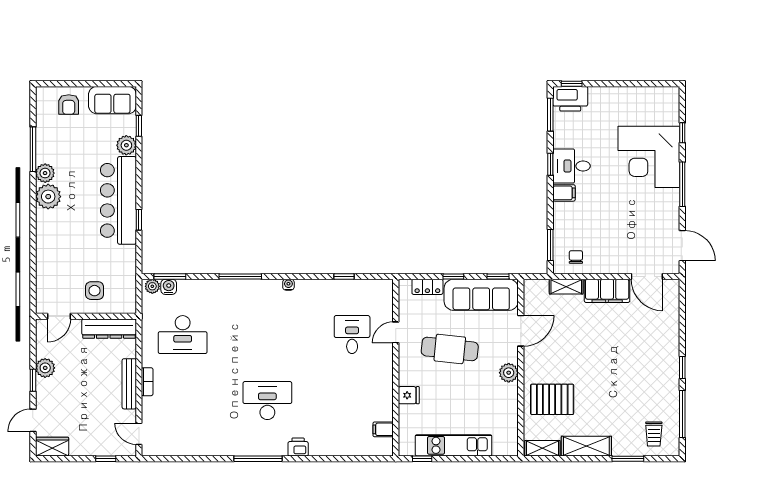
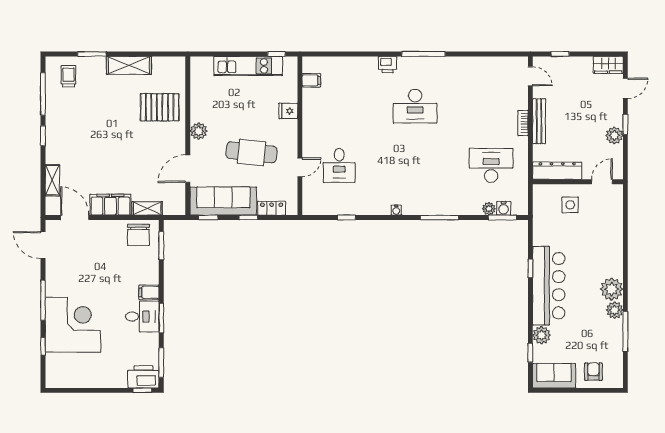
window: (550, 164) -> (161, 318), width x1.50
chair: (576, 257) -> (138, 235), width x1.87, depth x1.87
plant: (152, 286) -> (489, 209), moved
shelving: (542, 448) -> (52, 180), moved, turned 90

